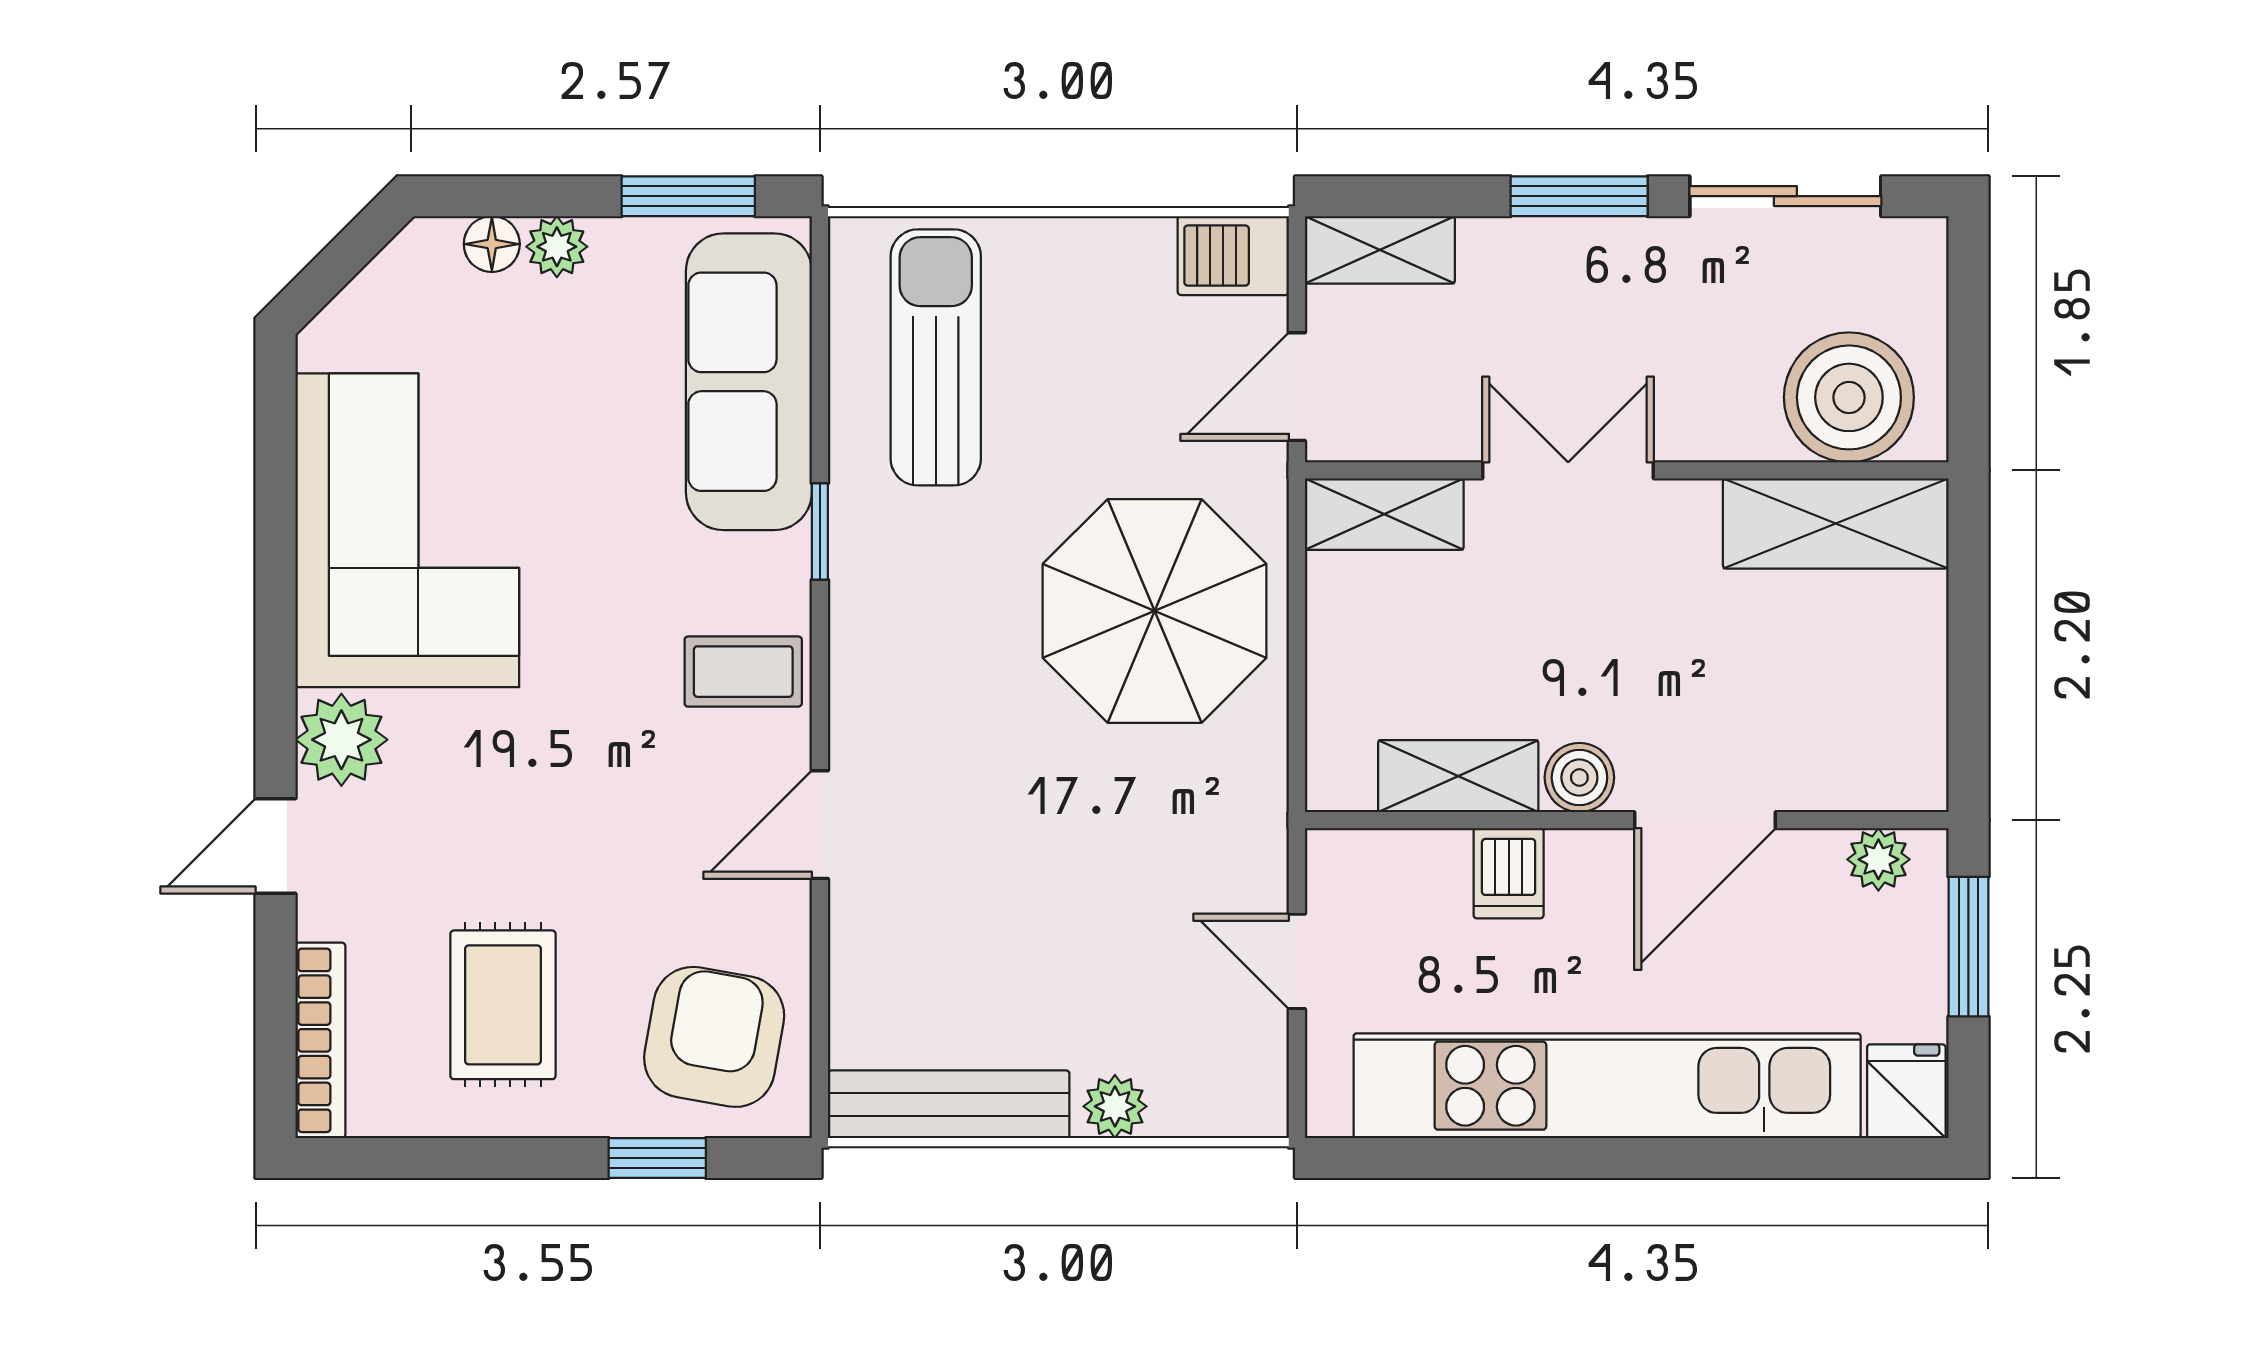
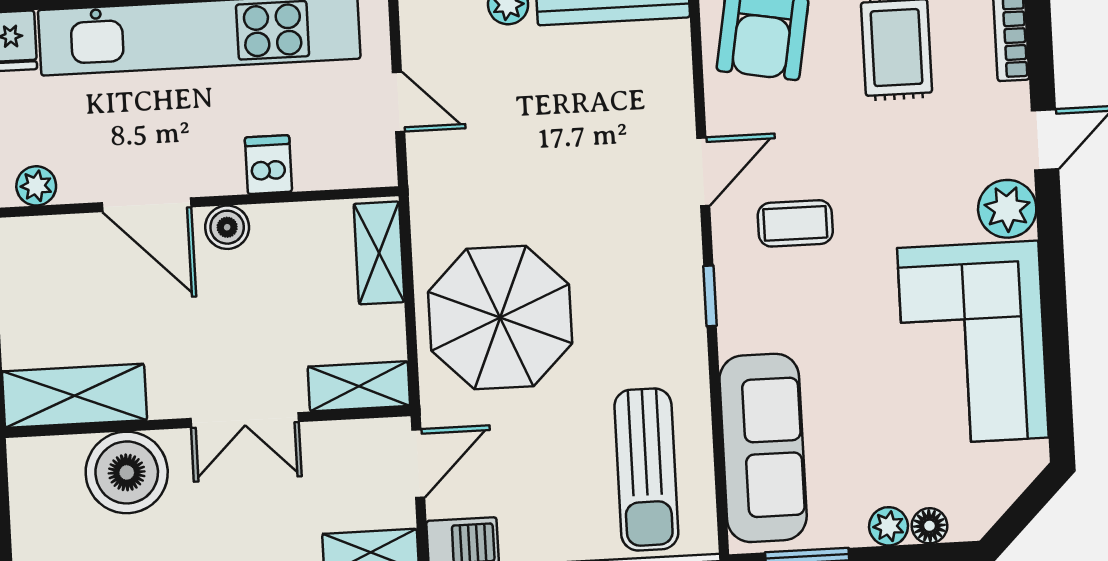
boiler: (1849, 397) -> (127, 472), moved
window: (820, 531) -> (710, 296), moved
coffee table: (743, 672) -> (795, 223), moved
shelving: (1458, 776) -> (379, 253), moved, turned 90
door: (1705, 820) -> (147, 205), swing flipped

